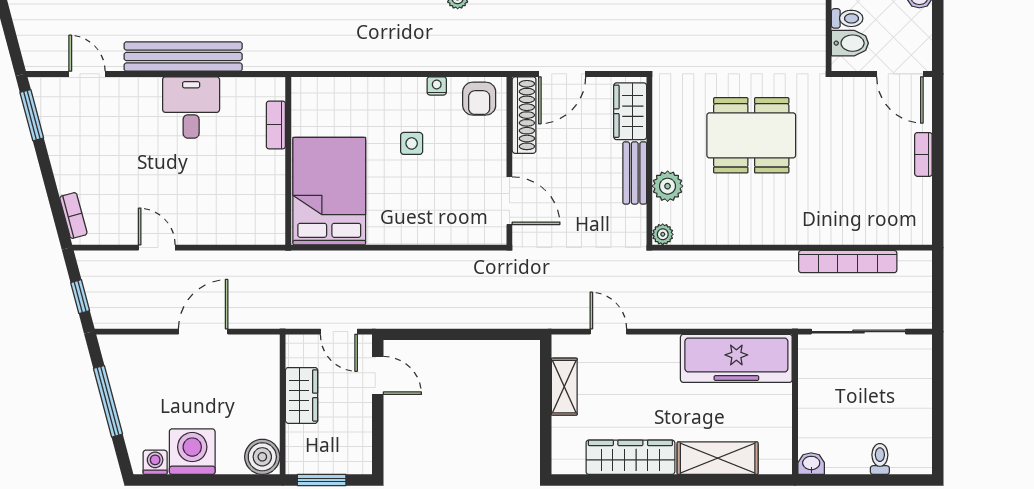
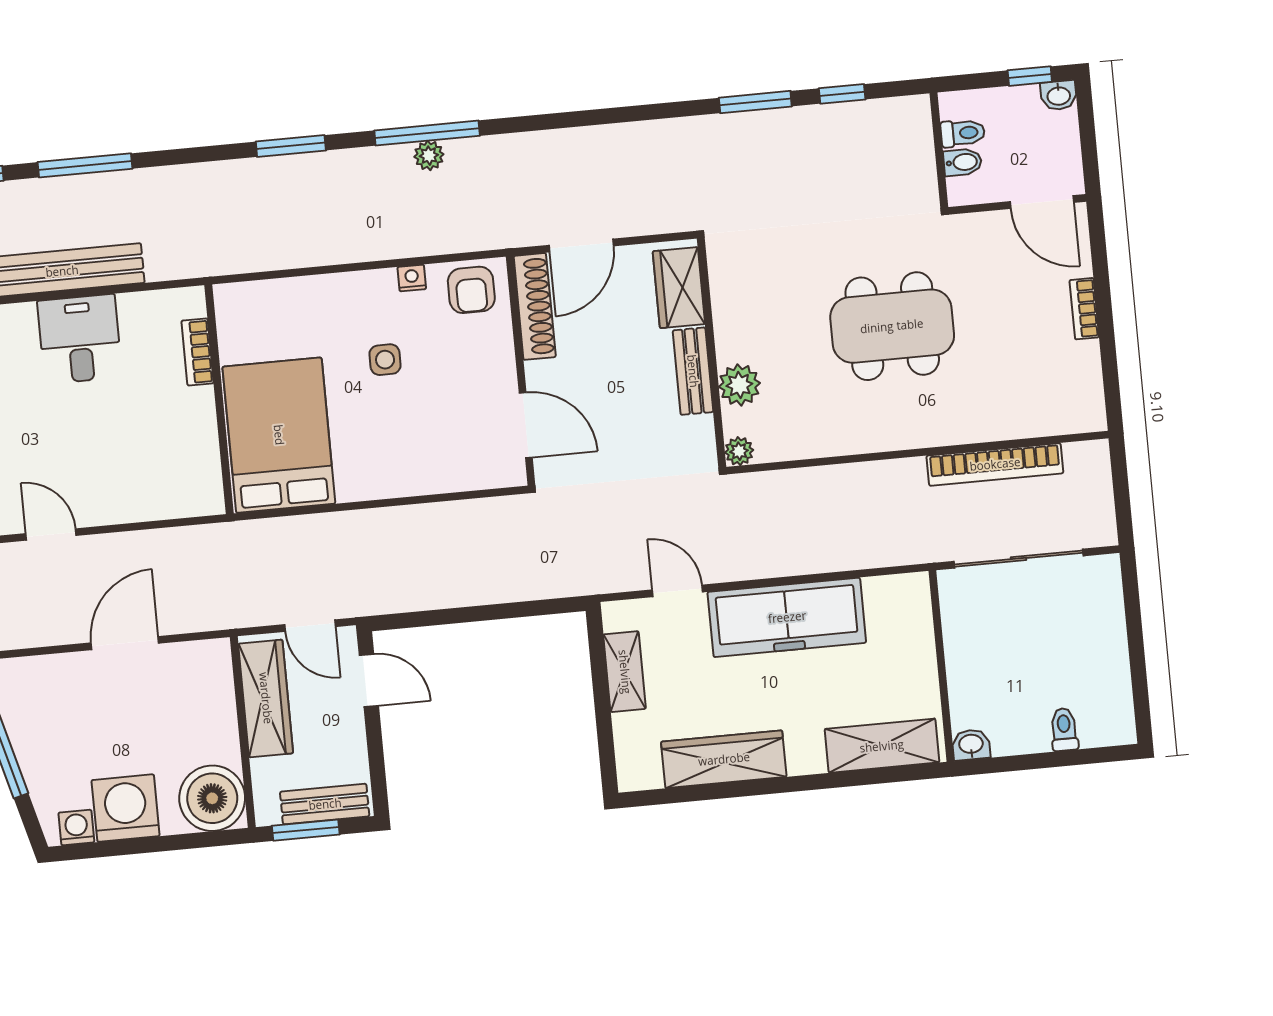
bidet: (850, 43) -> (963, 162), width x0.72, depth x0.74
dining table: (751, 135) -> (892, 326), moved
freezer: (736, 358) -> (787, 617), moved
wardrobe: (302, 395) -> (266, 698), width x1.50
boiler: (262, 457) -> (212, 798), width x1.37, depth x1.37
shelving: (718, 458) -> (882, 746), moved
bench: (337, 462) -> (325, 804), added

